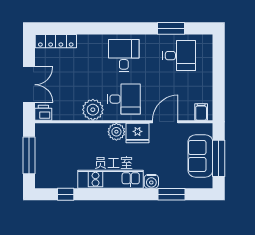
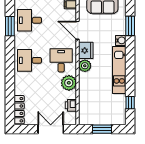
desk: (179, 56) -> (30, 20), turned -90
printer: (43, 113) -> (71, 105), moved
window: (29, 155) -> (102, 129), width x0.69

